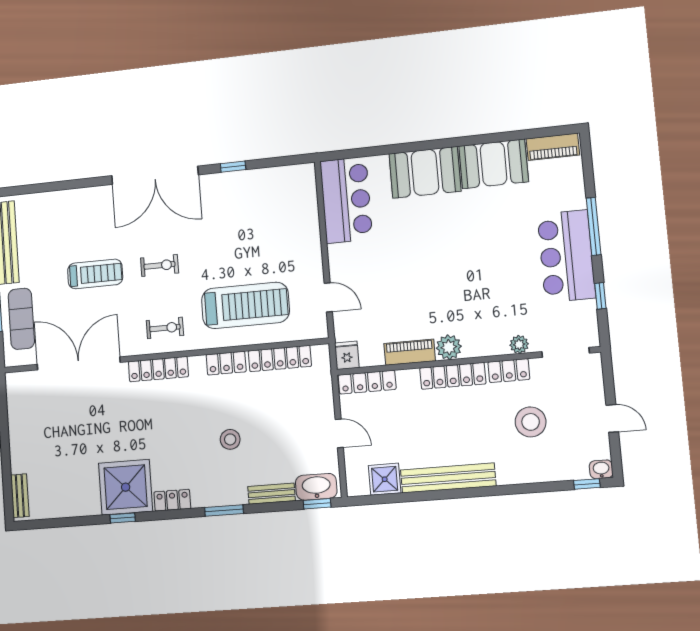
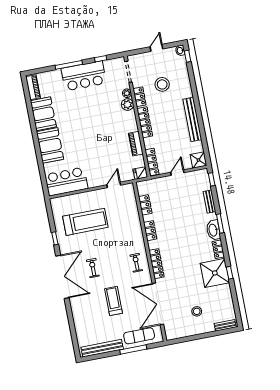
exercise bike: (160, 265) -> (93, 268), moved
treadmill: (245, 305) -> (85, 222), moved, turned 90
plant: (449, 347) -> (127, 104), moved
locker: (280, 358) -> (145, 205), width x0.66
stool: (230, 439) -> (197, 311), moved
shower: (385, 479) -> (198, 160), moved
washbasin: (316, 487) -> (213, 230), moved

